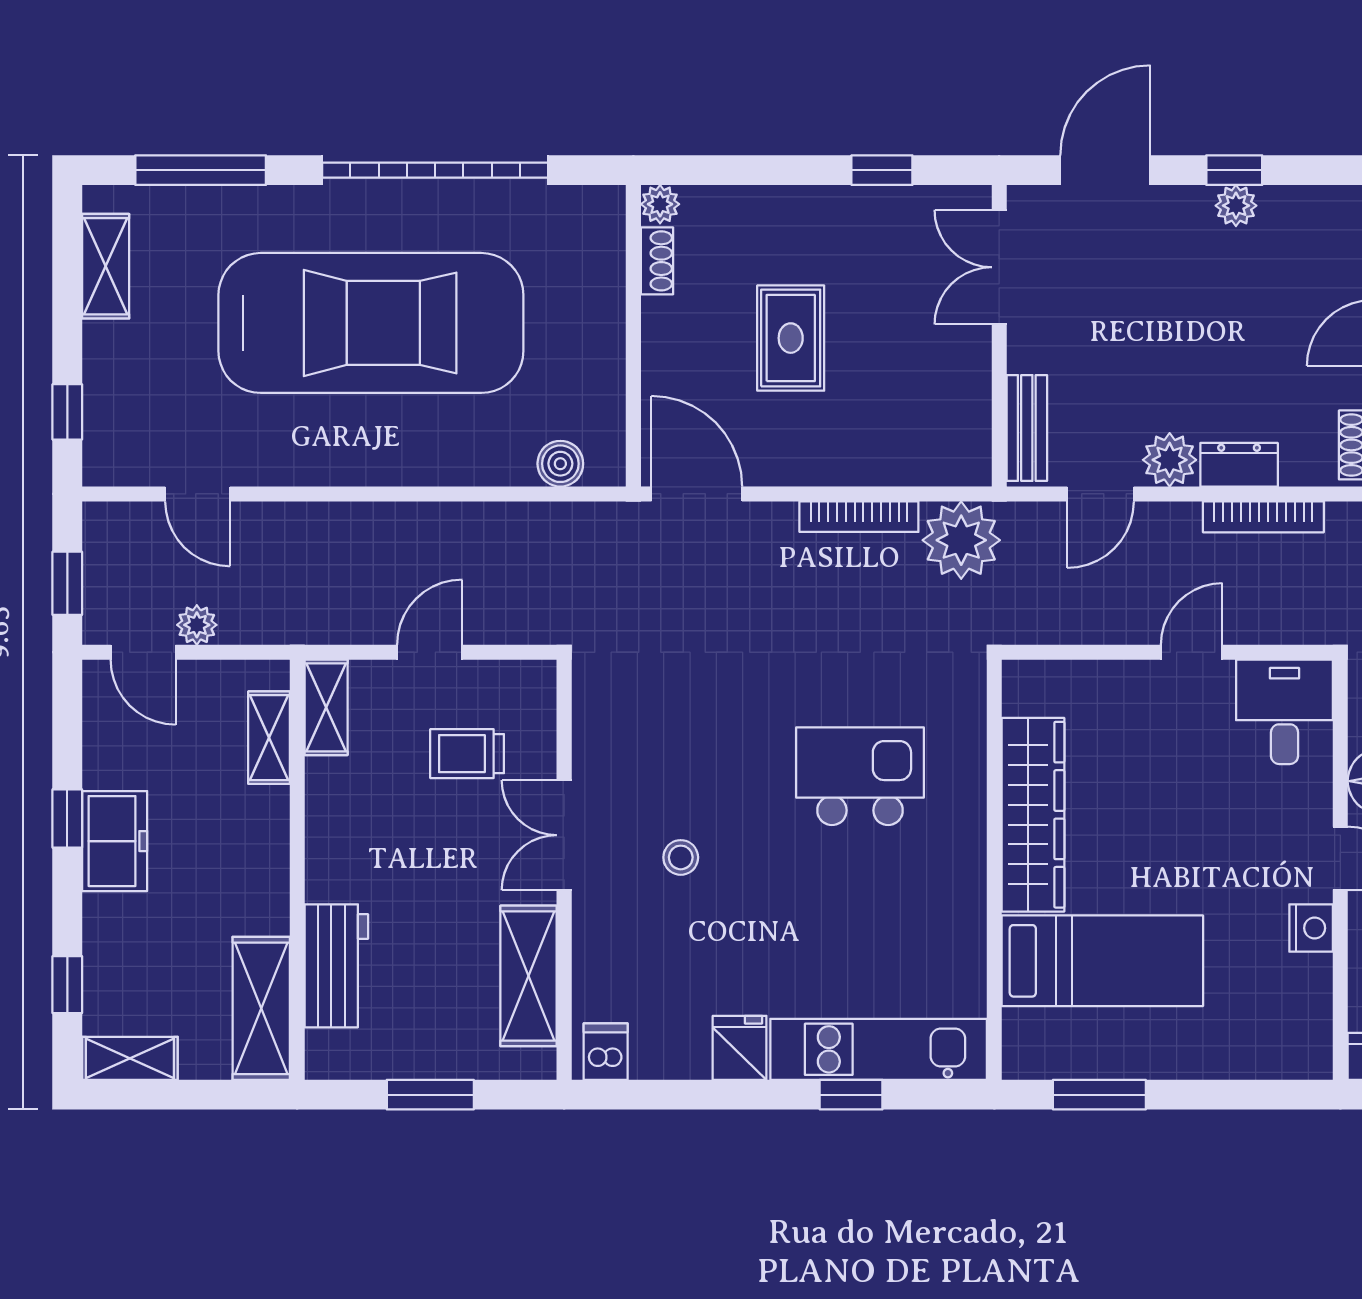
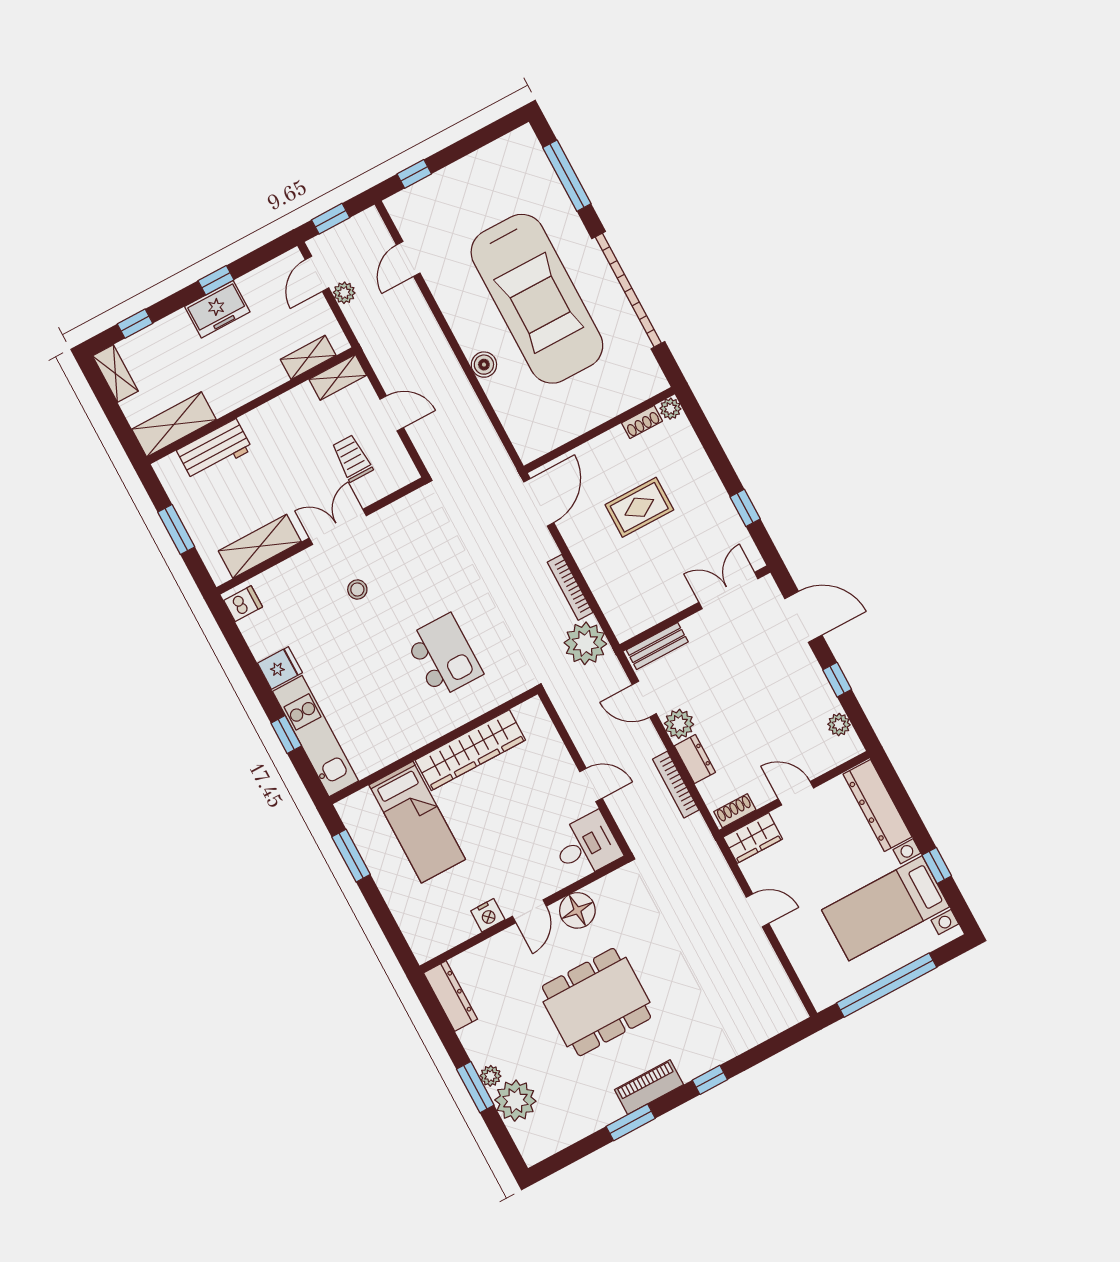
plant: (1236, 206) -> (839, 725), moved
shelving: (106, 266) -> (495, 155), removed
boiler: (560, 464) -> (484, 365), moved

